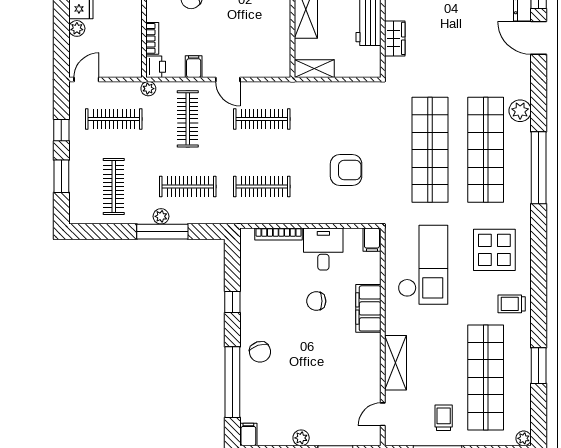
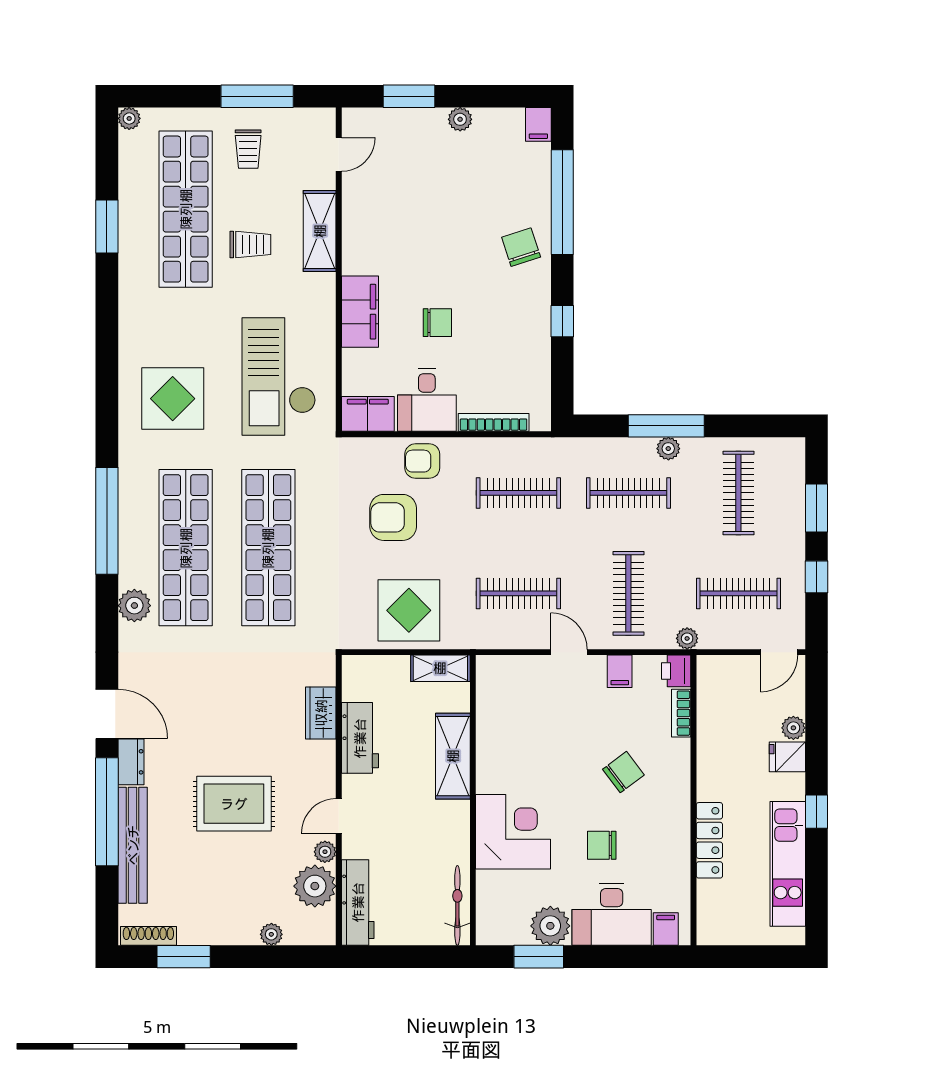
display table: (336, 108) -> (409, 610), added
armchair: (326, 208) -> (422, 461), added
filing cabinet: (372, 240) -> (368, 414), width x2.00
trolley: (512, 304) -> (250, 245), moved

